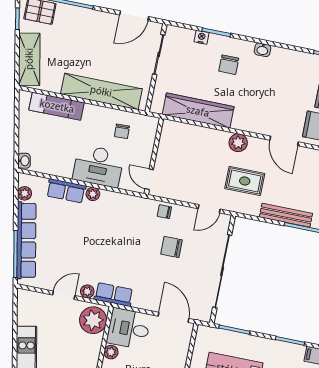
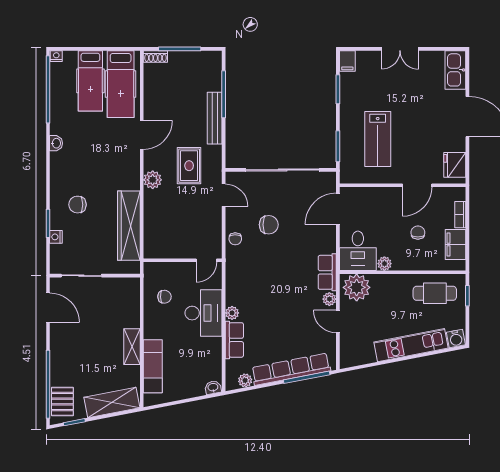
washbasin: (262, 50) -> (56, 143), moved
chair: (229, 65) -> (78, 205), turned 180
shelving: (101, 91) -> (132, 347), width x0.45, depth x0.75
chair: (172, 247) -> (269, 225), turned -90

